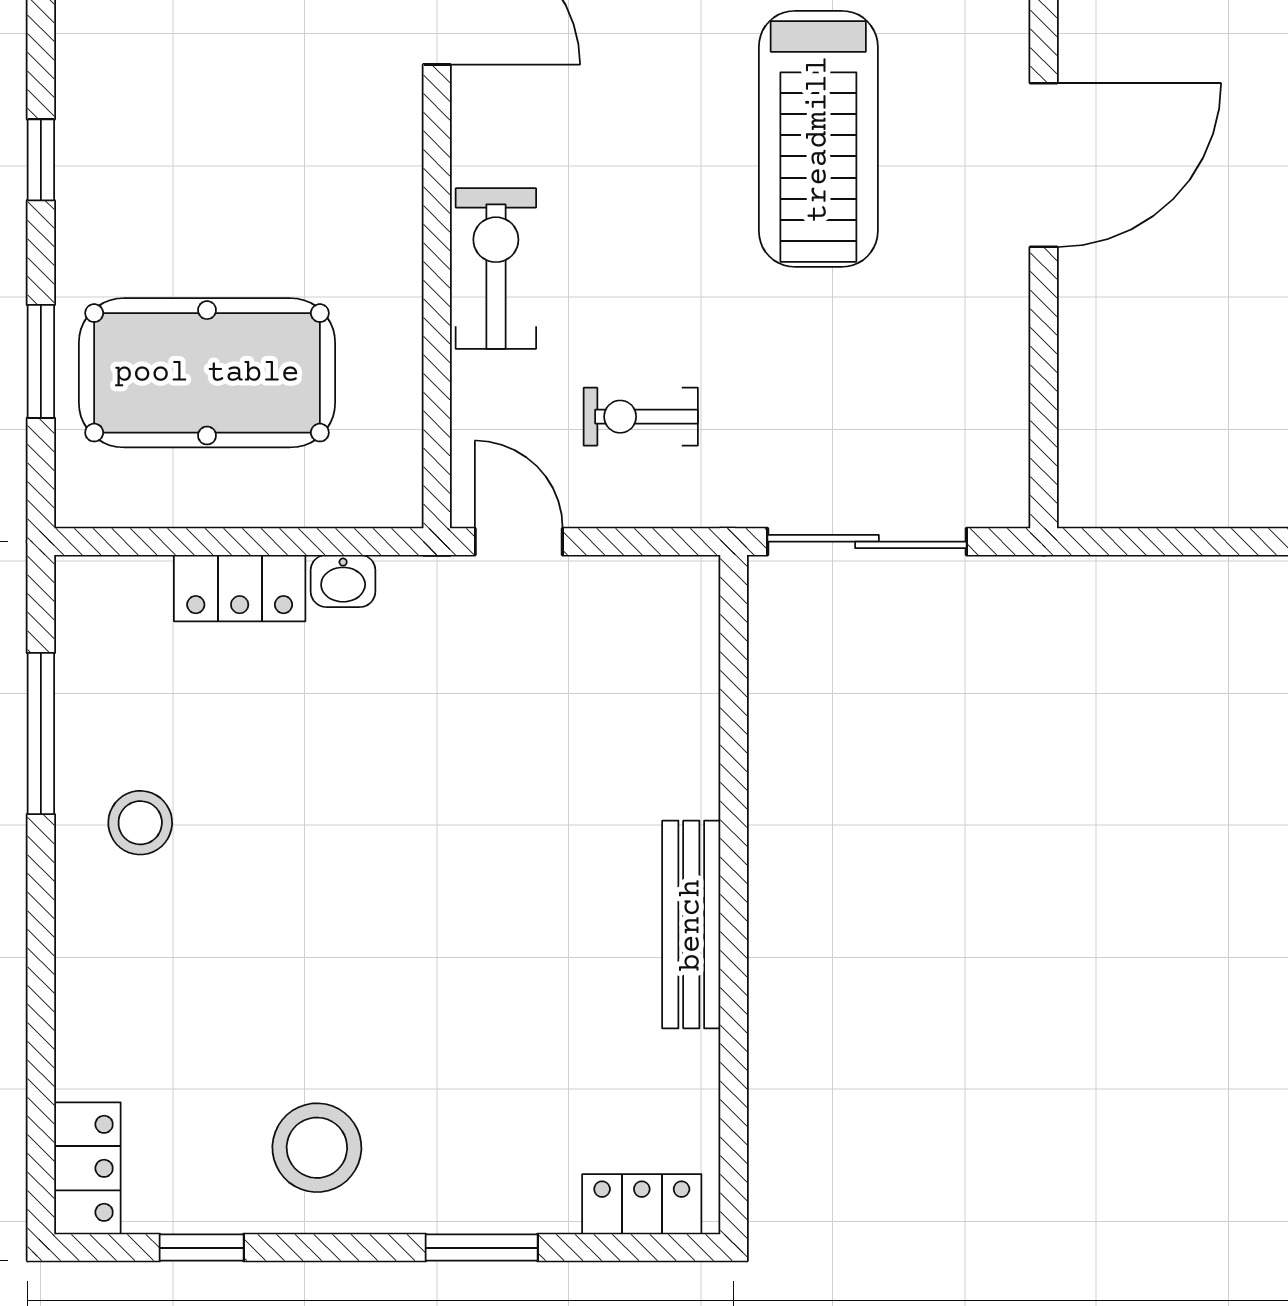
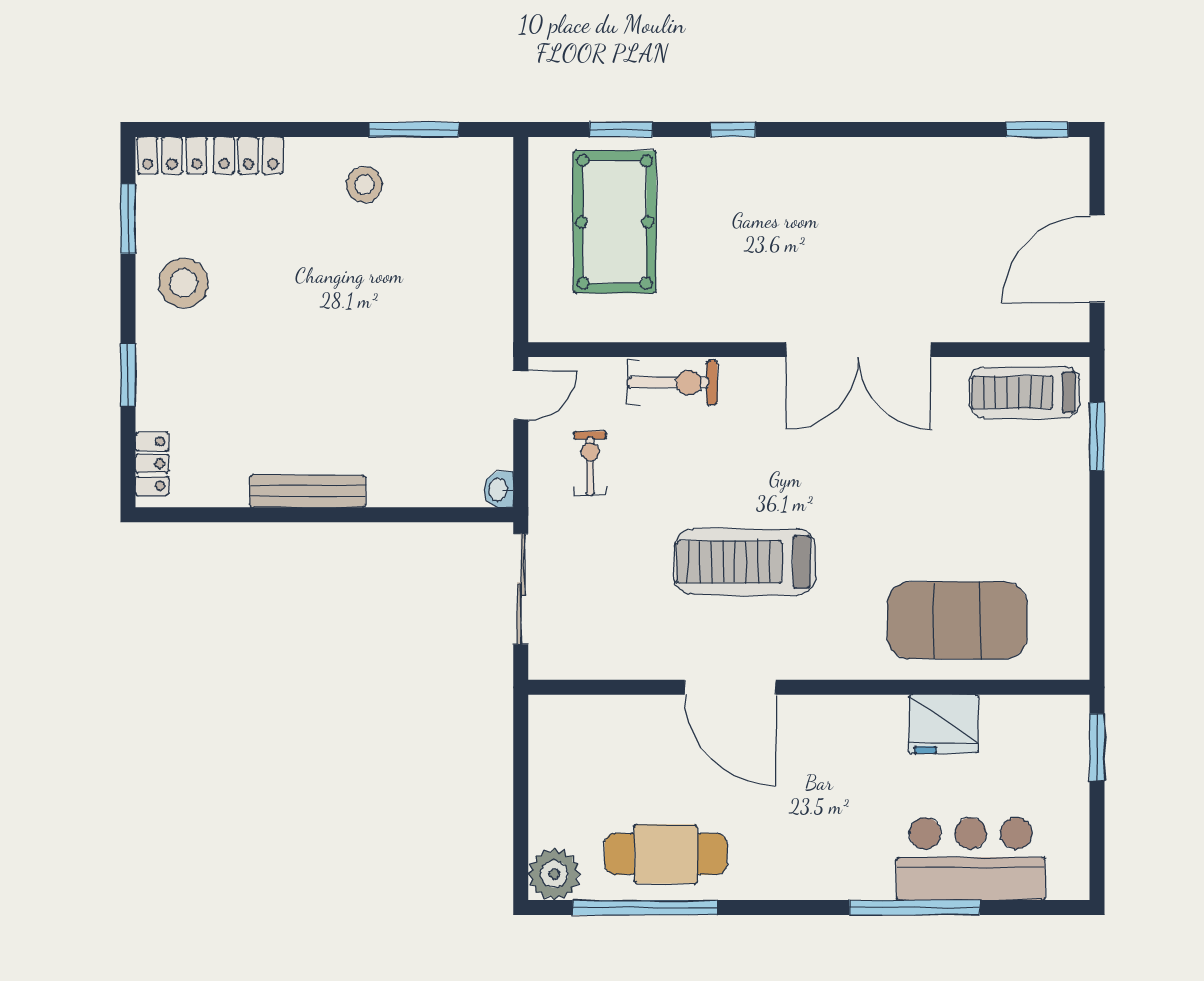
washbasin: (343, 581) -> (499, 489), moved
locker: (240, 588) -> (248, 155), moved, turned -90
window: (202, 1248) -> (128, 219), width x1.50

